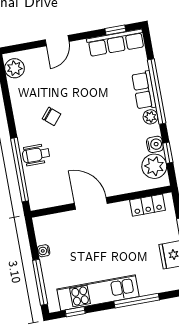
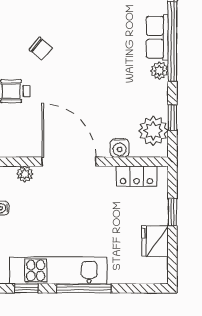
water cooler: (155, 144) -> (120, 148), moved, turned 90
door: (91, 203) -> (69, 162), width x1.36
plant: (57, 220) -> (25, 174), added
window: (137, 301) -> (84, 288), moved

